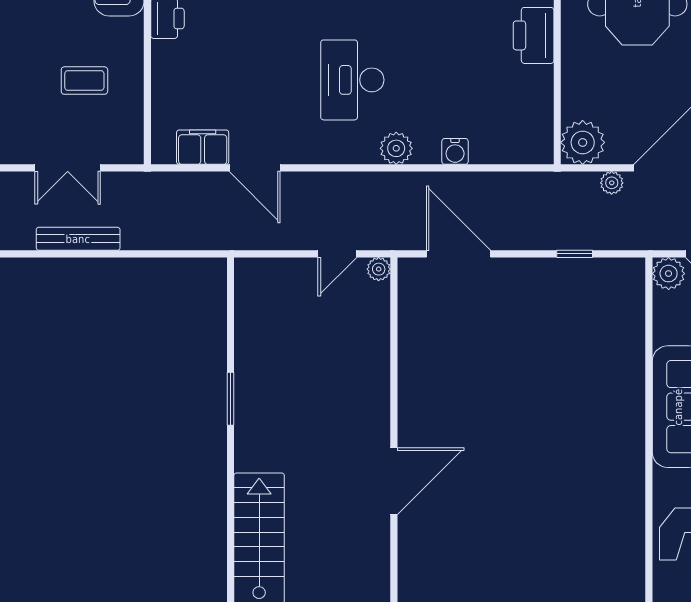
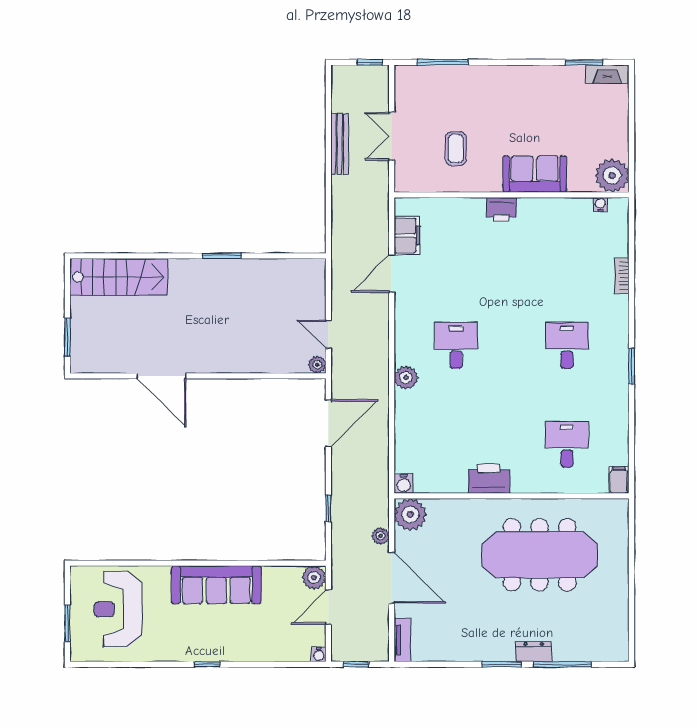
desk: (352, 80) -> (456, 345), width x0.73
water cooler: (455, 151) -> (404, 484), moved, turned -90

